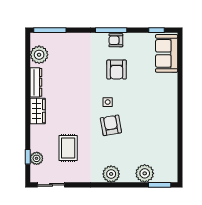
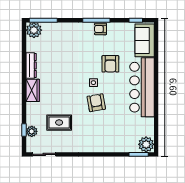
plant: (39, 55) -> (34, 30), moved
armchair: (117, 70) -> (110, 64), moved
bar counter: (164, 107) -> (142, 87), added
rug: (68, 148) -> (59, 123), turned 90
plant: (145, 173) -> (146, 144), moved
plant: (111, 174) -> (96, 145), removed

